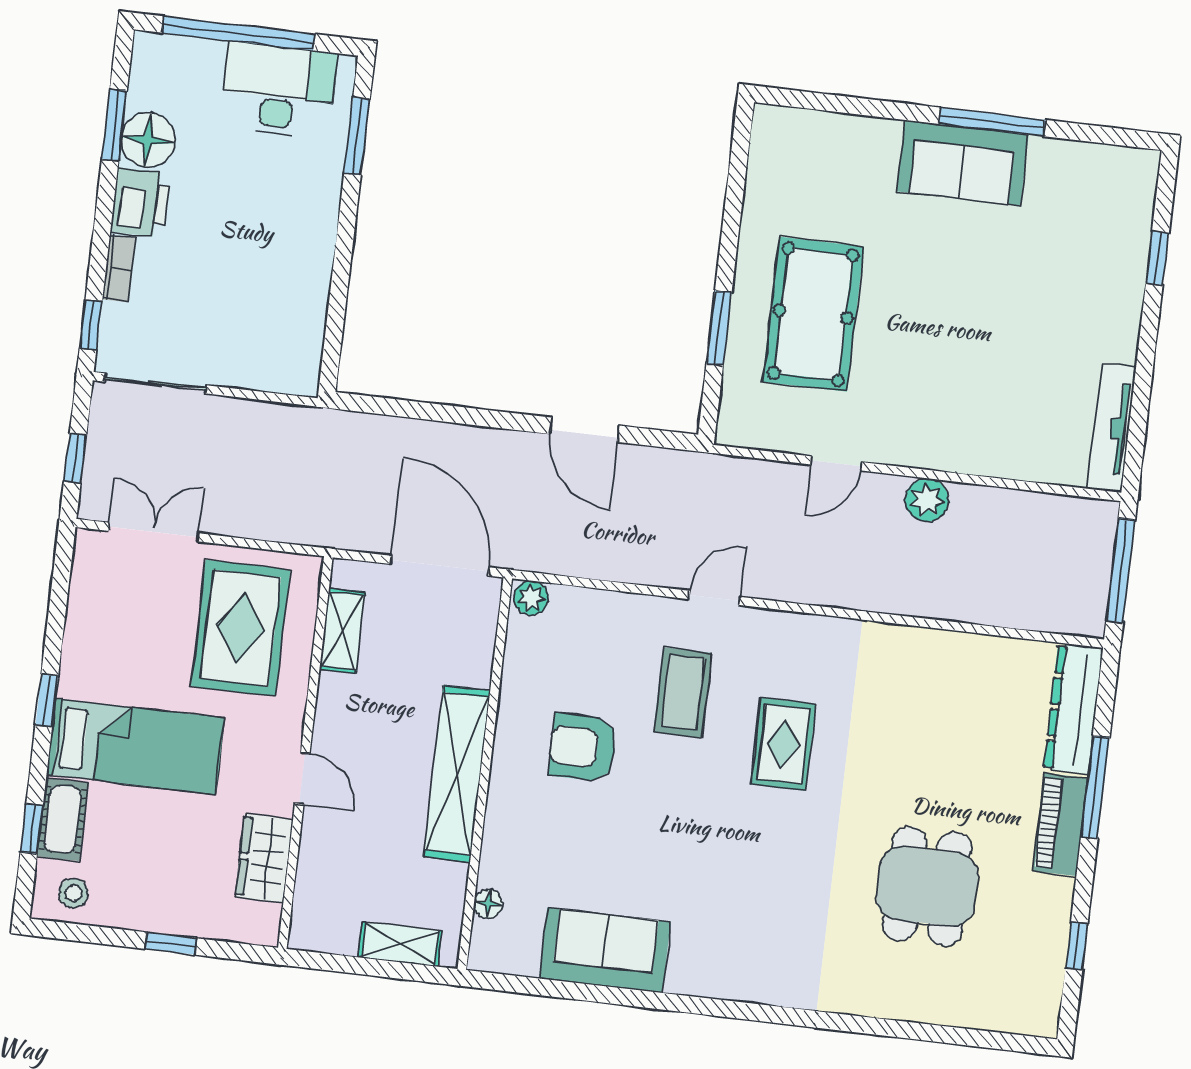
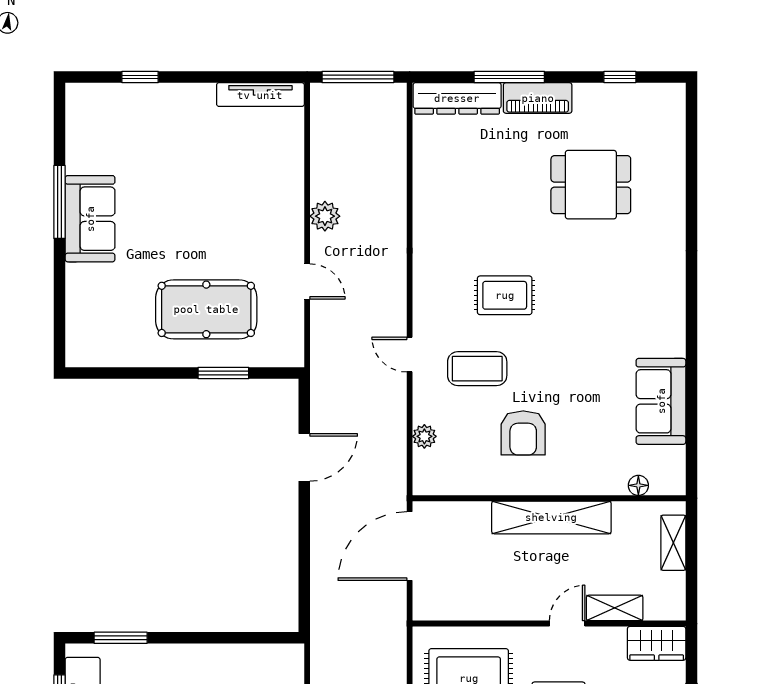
plant: (531, 598) -> (424, 436), moved
shelving: (342, 631) -> (615, 608), moved
wardrobe: (264, 858) -> (657, 643), moved

